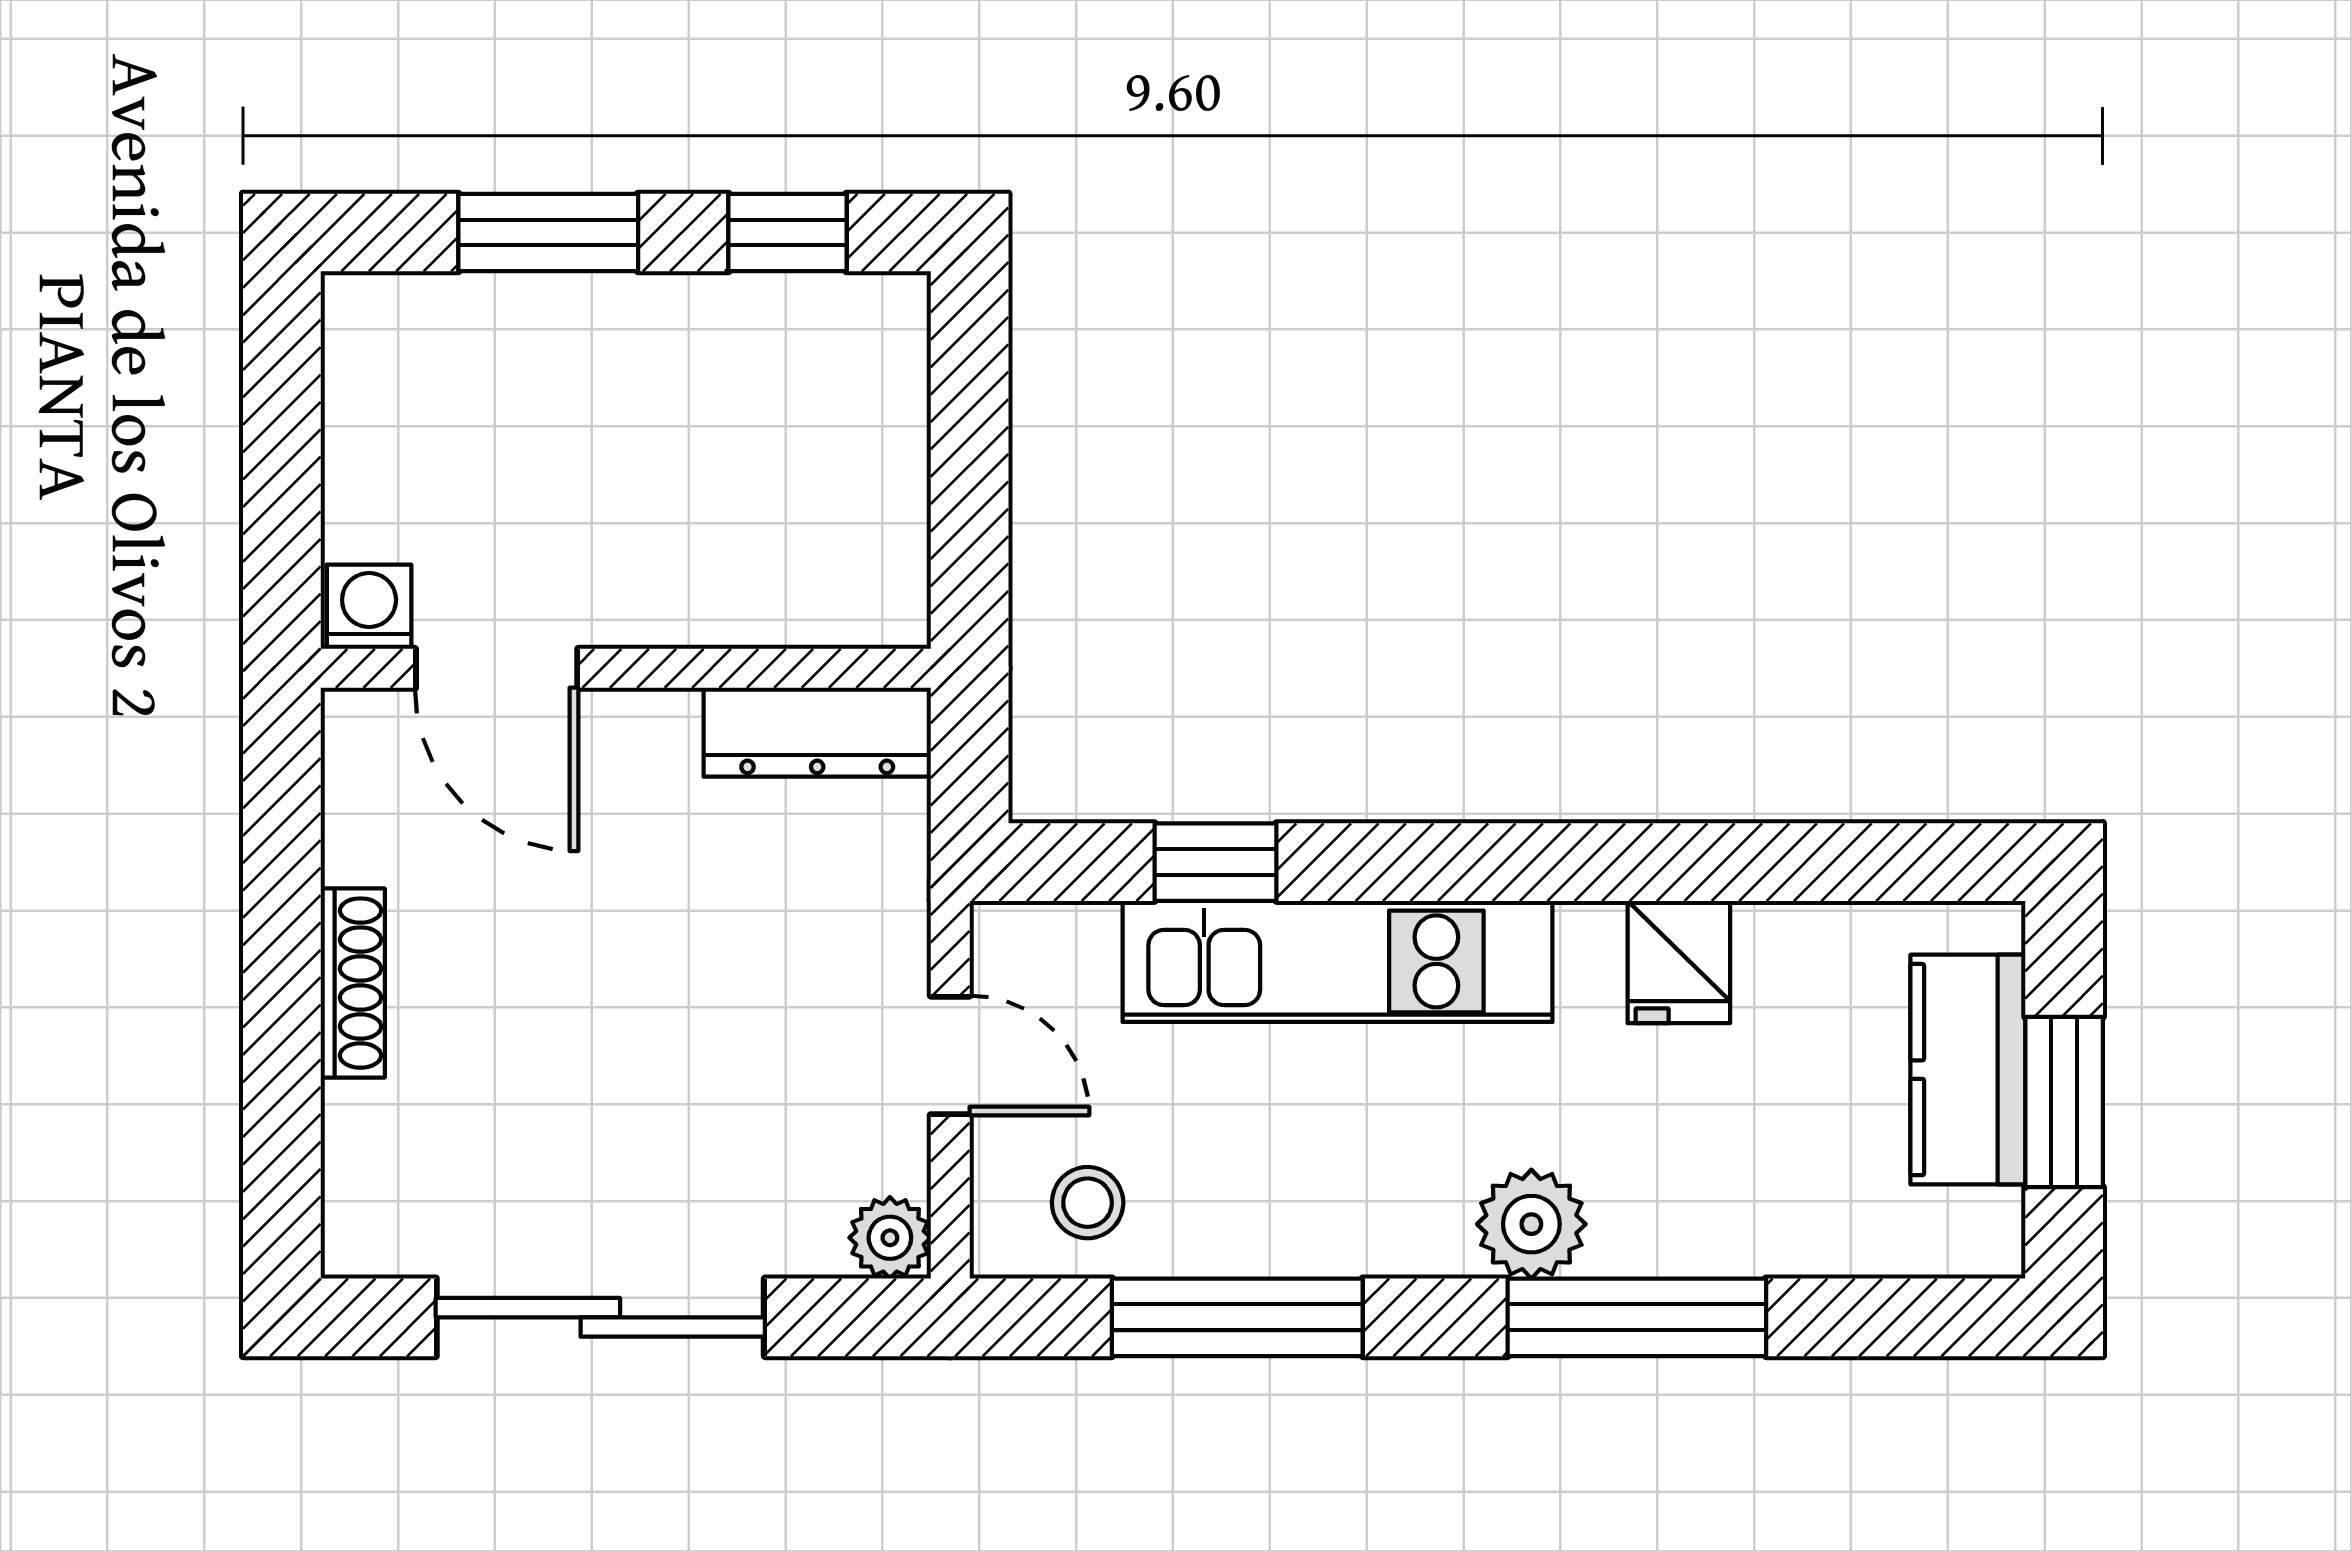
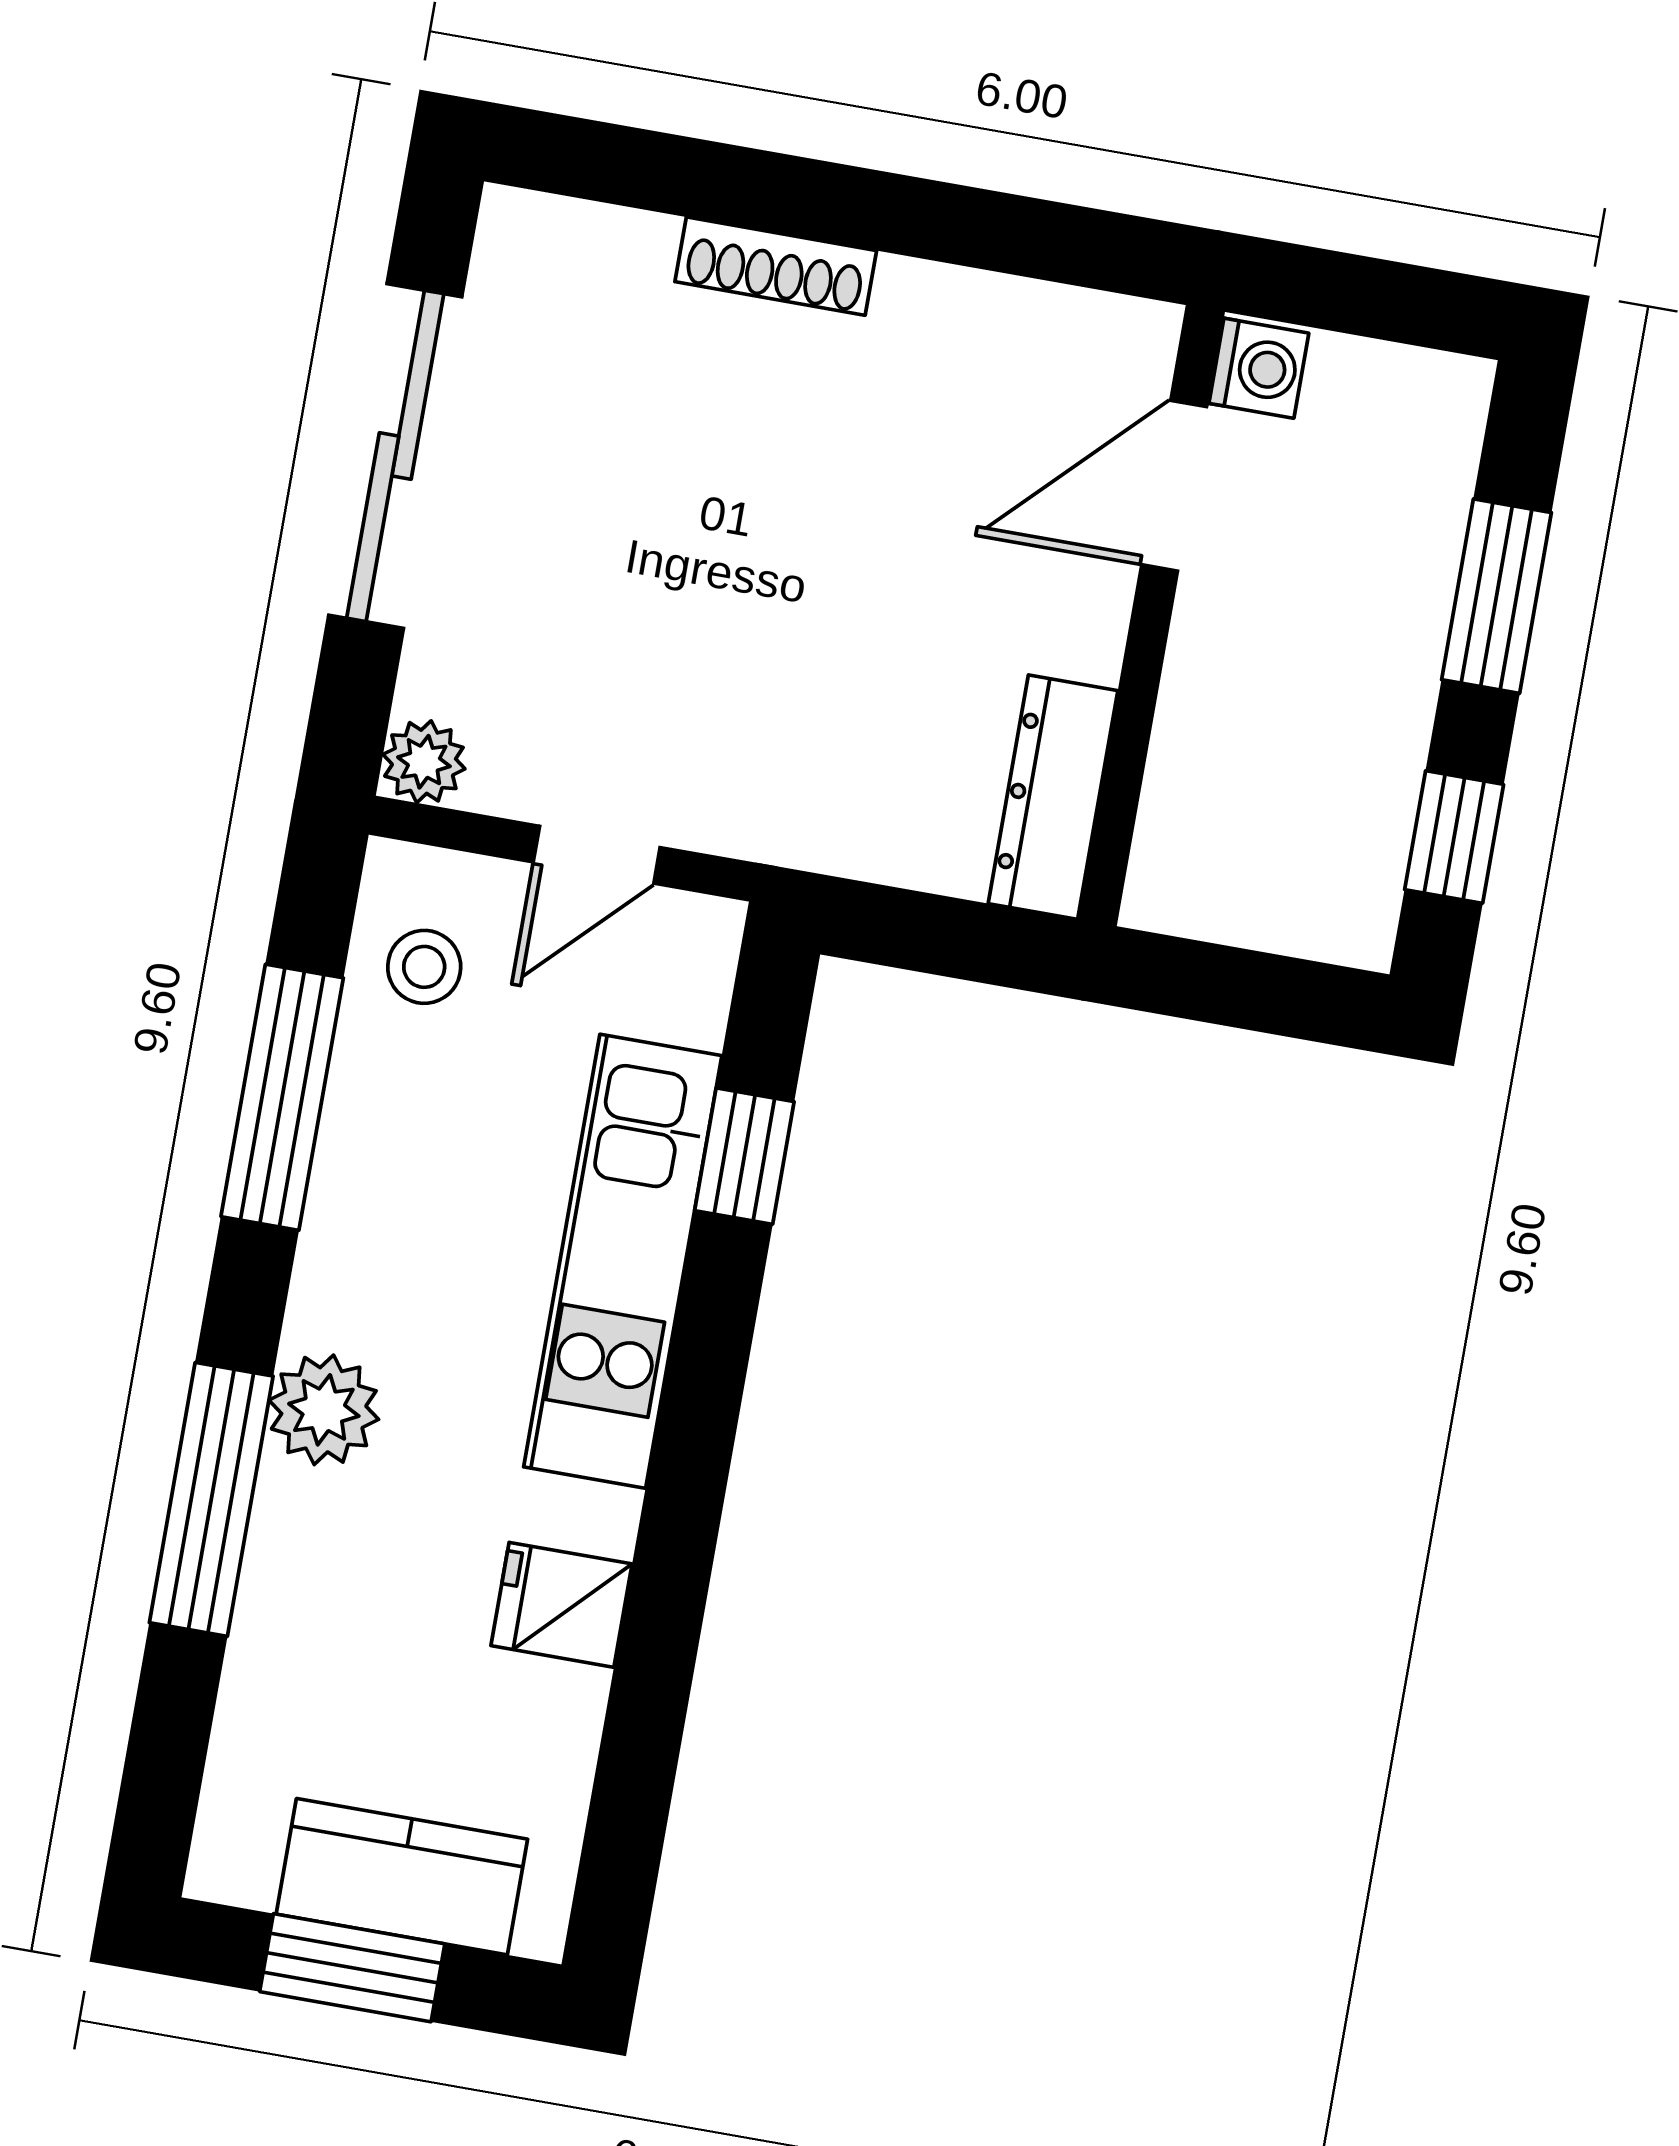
washing machine: (369, 607) -> (1259, 368), moved
door: (497, 668) -> (1174, 486), moved
wall: (626, 668) -> (1151, 616), moved
dresser: (817, 732) -> (1053, 797), moved

